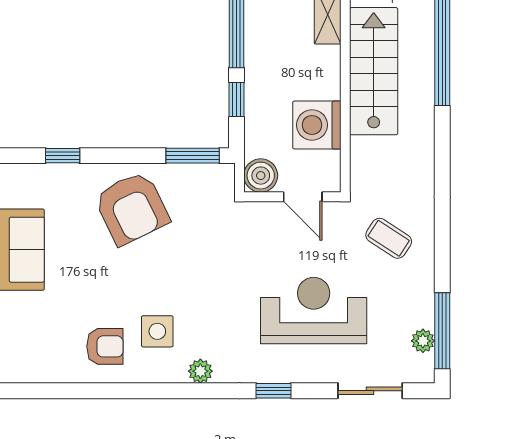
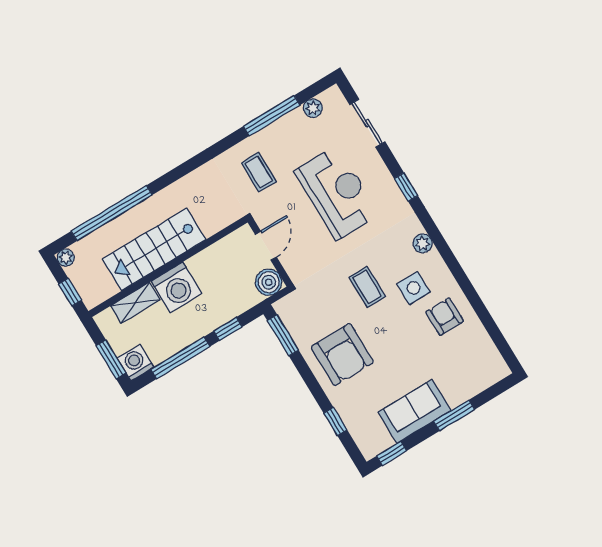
washing machine: (317, 125) -> (177, 287), moved
armchair: (132, 208) -> (342, 355), turned 116
coffee table: (389, 238) -> (259, 172), turned -33
coffee table: (189, 281) -> (367, 287), added
reception desk: (314, 311) -> (337, 193), turned 180
window: (442, 331) -> (272, 116), moved

